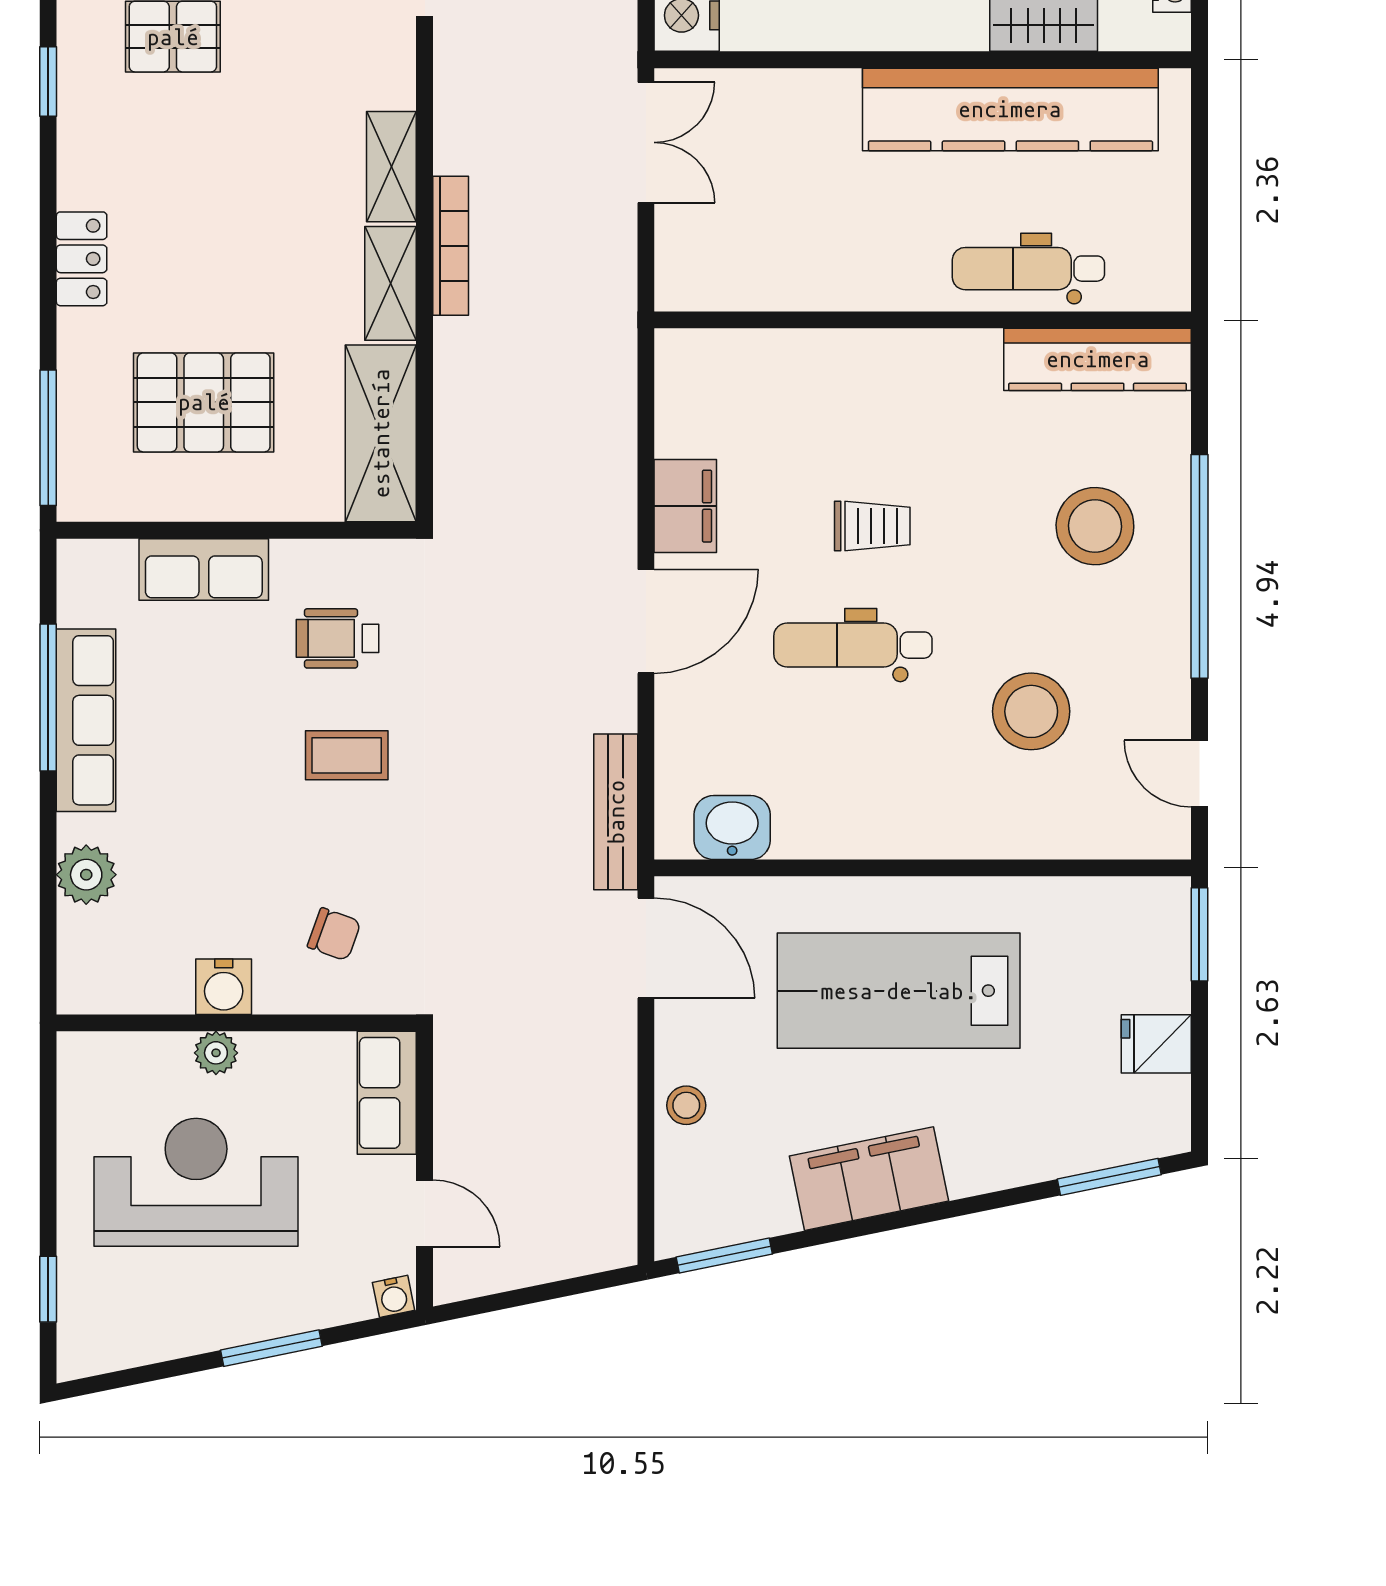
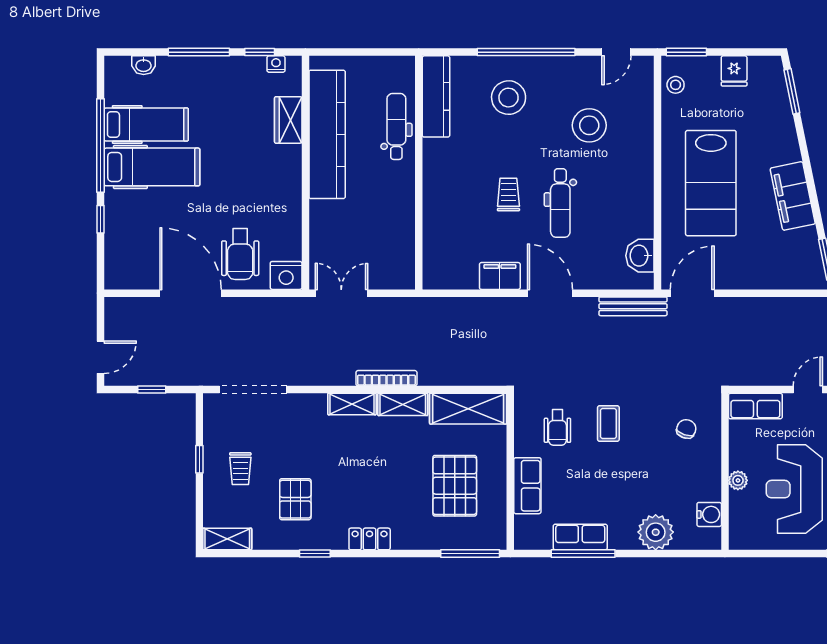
locker: (82, 259) -> (370, 539), moved
dental chair: (1028, 269) -> (396, 127), turned 180
row of seats: (86, 720) -> (580, 537), width x0.68
plant: (86, 875) -> (656, 532), width x1.36, depth x1.36
water cooler: (224, 987) -> (709, 514), moved
stool: (686, 1105) -> (676, 85), moved

